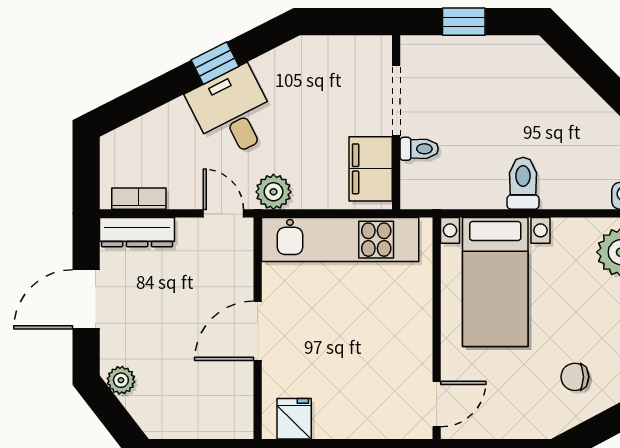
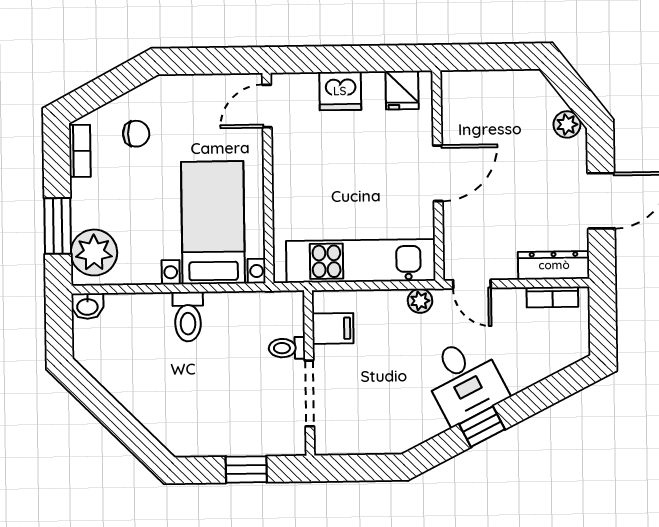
filing cabinet: (371, 169) -> (333, 328), width x0.50
plant: (273, 192) -> (420, 301), width x0.73, depth x0.73
dishwasher: (359, 419) -> (340, 91), added

